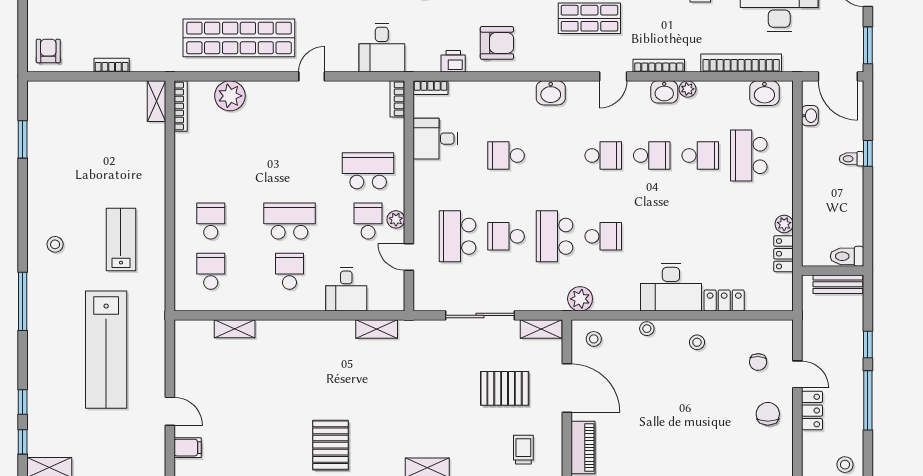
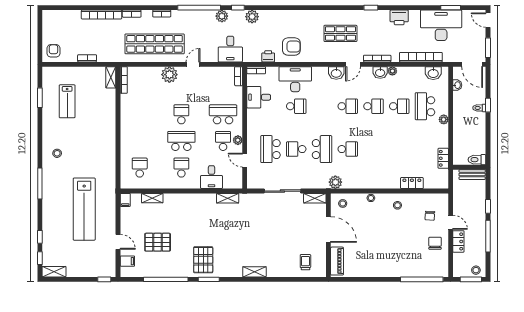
washbasin: (551, 93) -> (336, 73), moved
plant: (230, 96) -> (169, 75), moved
school desk: (506, 155) -> (296, 106), turned 180
school desk: (211, 221) -> (181, 114), moved
plant: (784, 224) -> (444, 119), moved
school desk: (555, 236) -> (322, 149), turned 180
lab bench: (121, 239) -> (67, 101), moved, turned 180
desk: (671, 287) -> (295, 79), moved, turned 180
filing cabinet: (184, 332) -> (125, 200), added
pallet: (505, 388) -> (158, 242), moved

